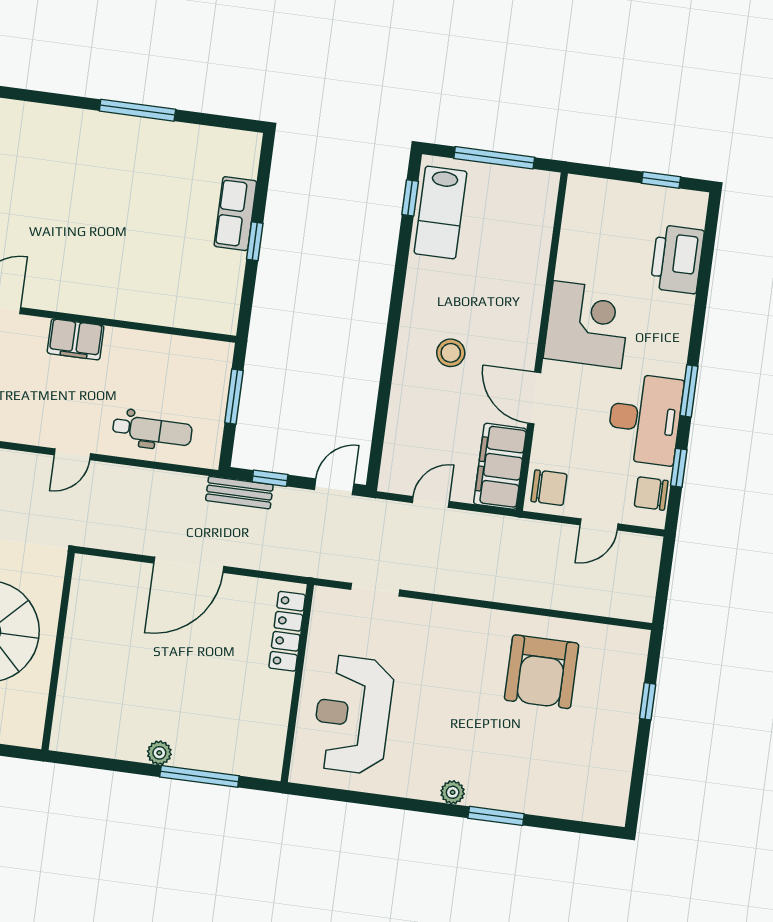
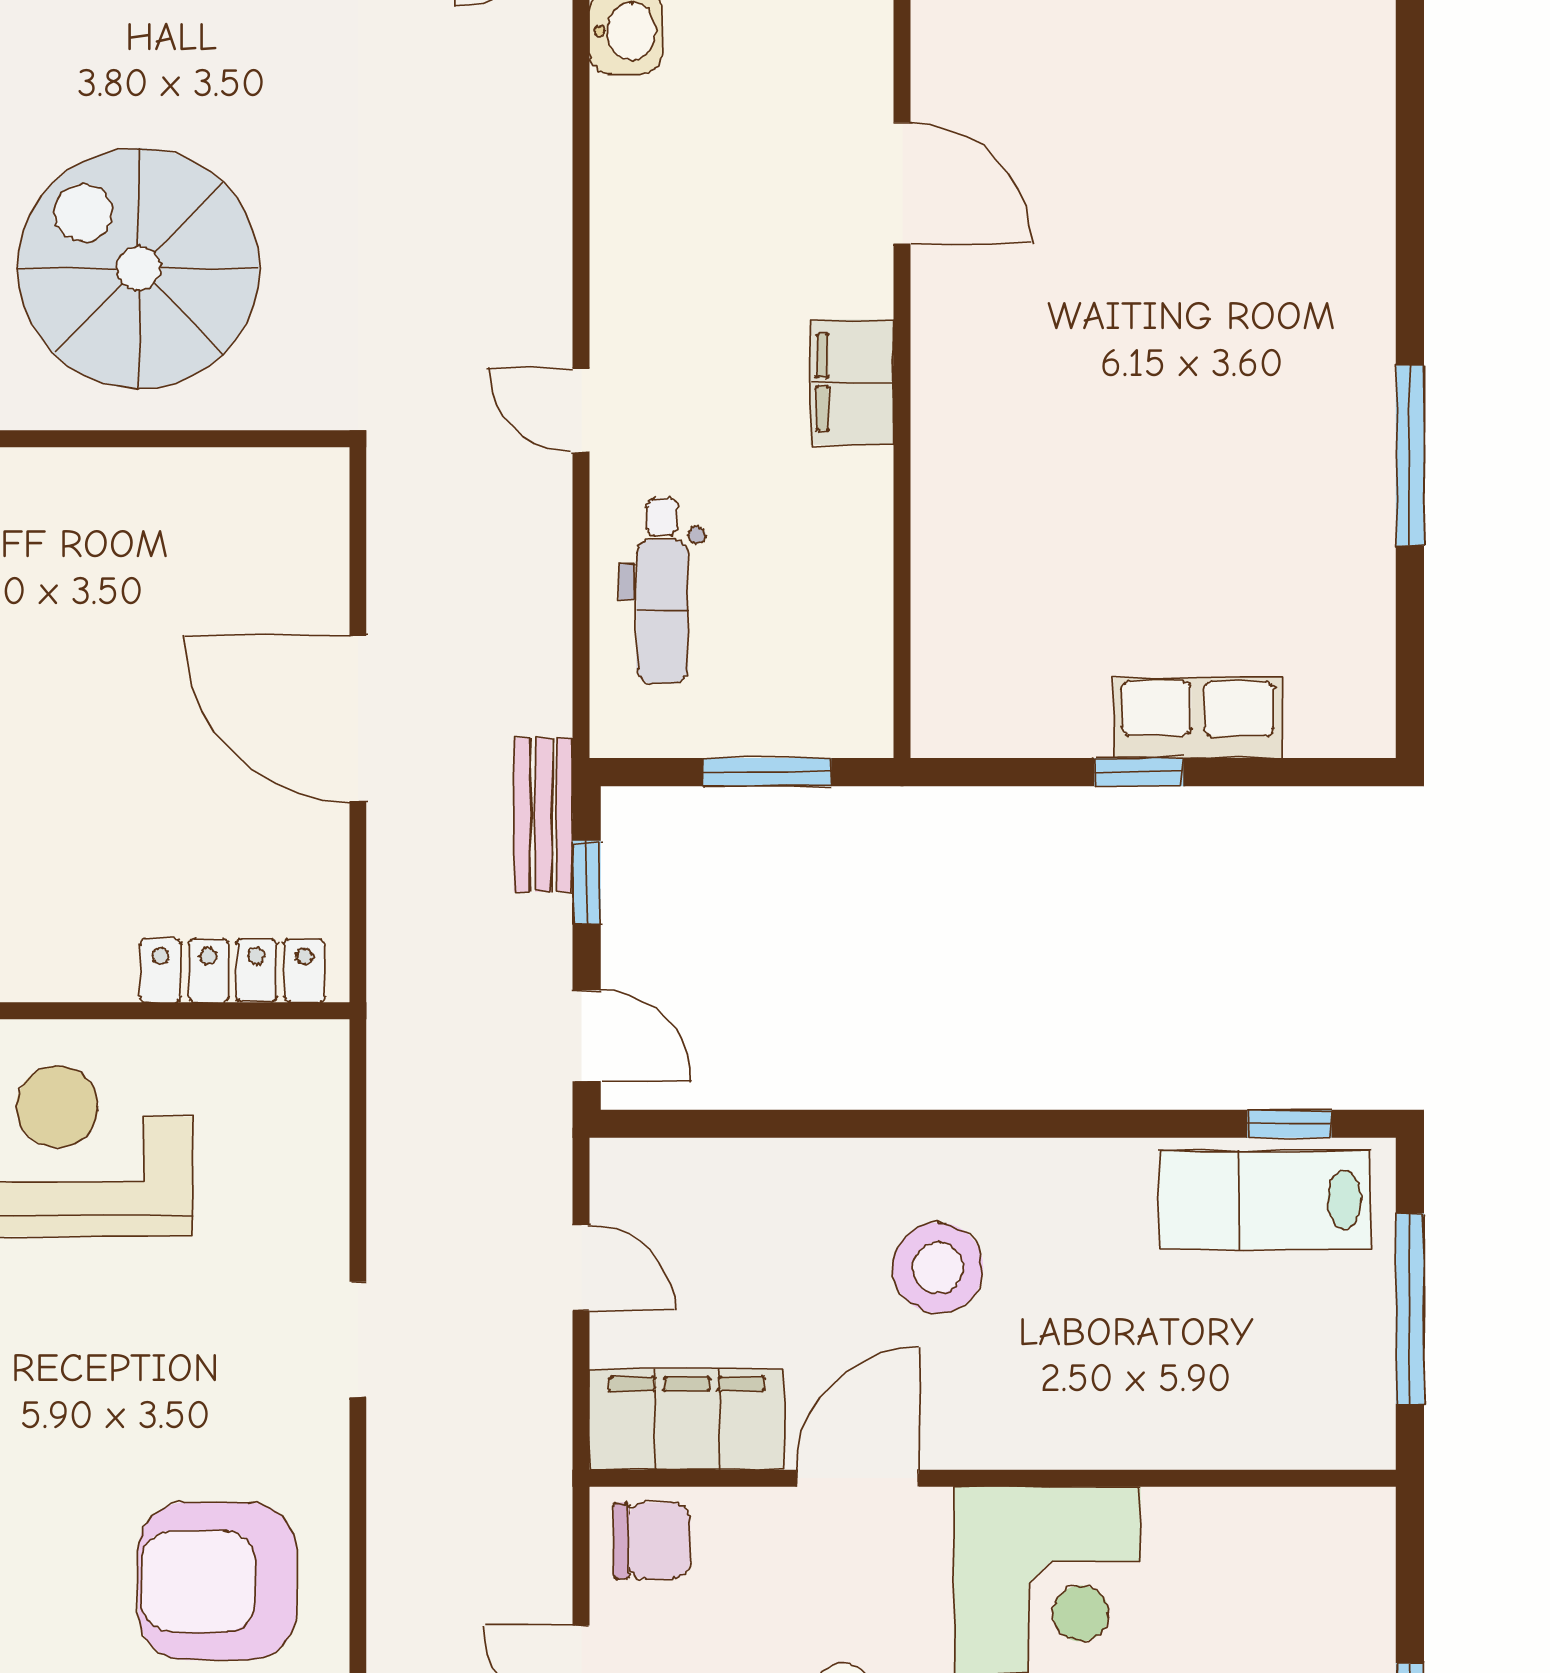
stool: (451, 353) -> (938, 1268), width x1.38, depth x1.38
chair: (549, 488) -> (652, 1541), turned -90
doorway: (375, 590) -> (358, 1339), moved

